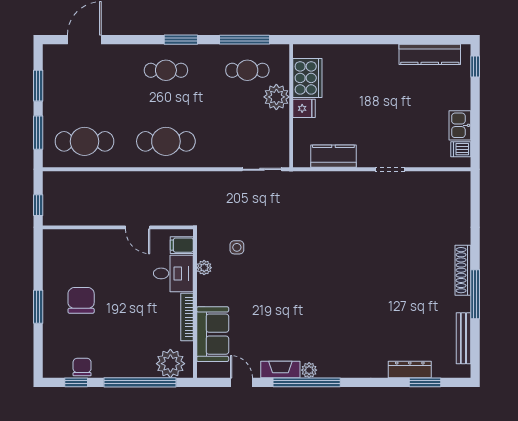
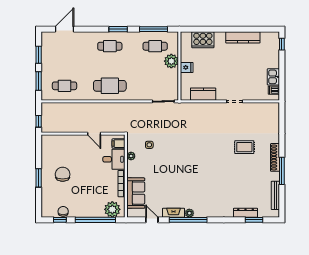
kitchen counter: (430, 54) -> (243, 37), moved
cooker: (307, 78) -> (203, 40), moved, turned 90
cafe table: (84, 141) -> (64, 86), width x0.73, depth x0.74
rug: (408, 252) -> (244, 147), added

